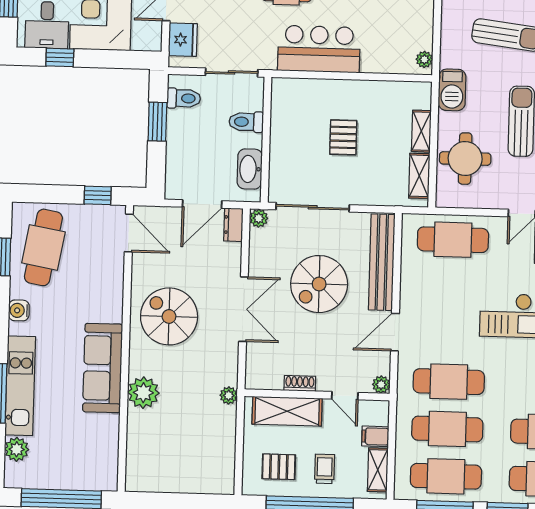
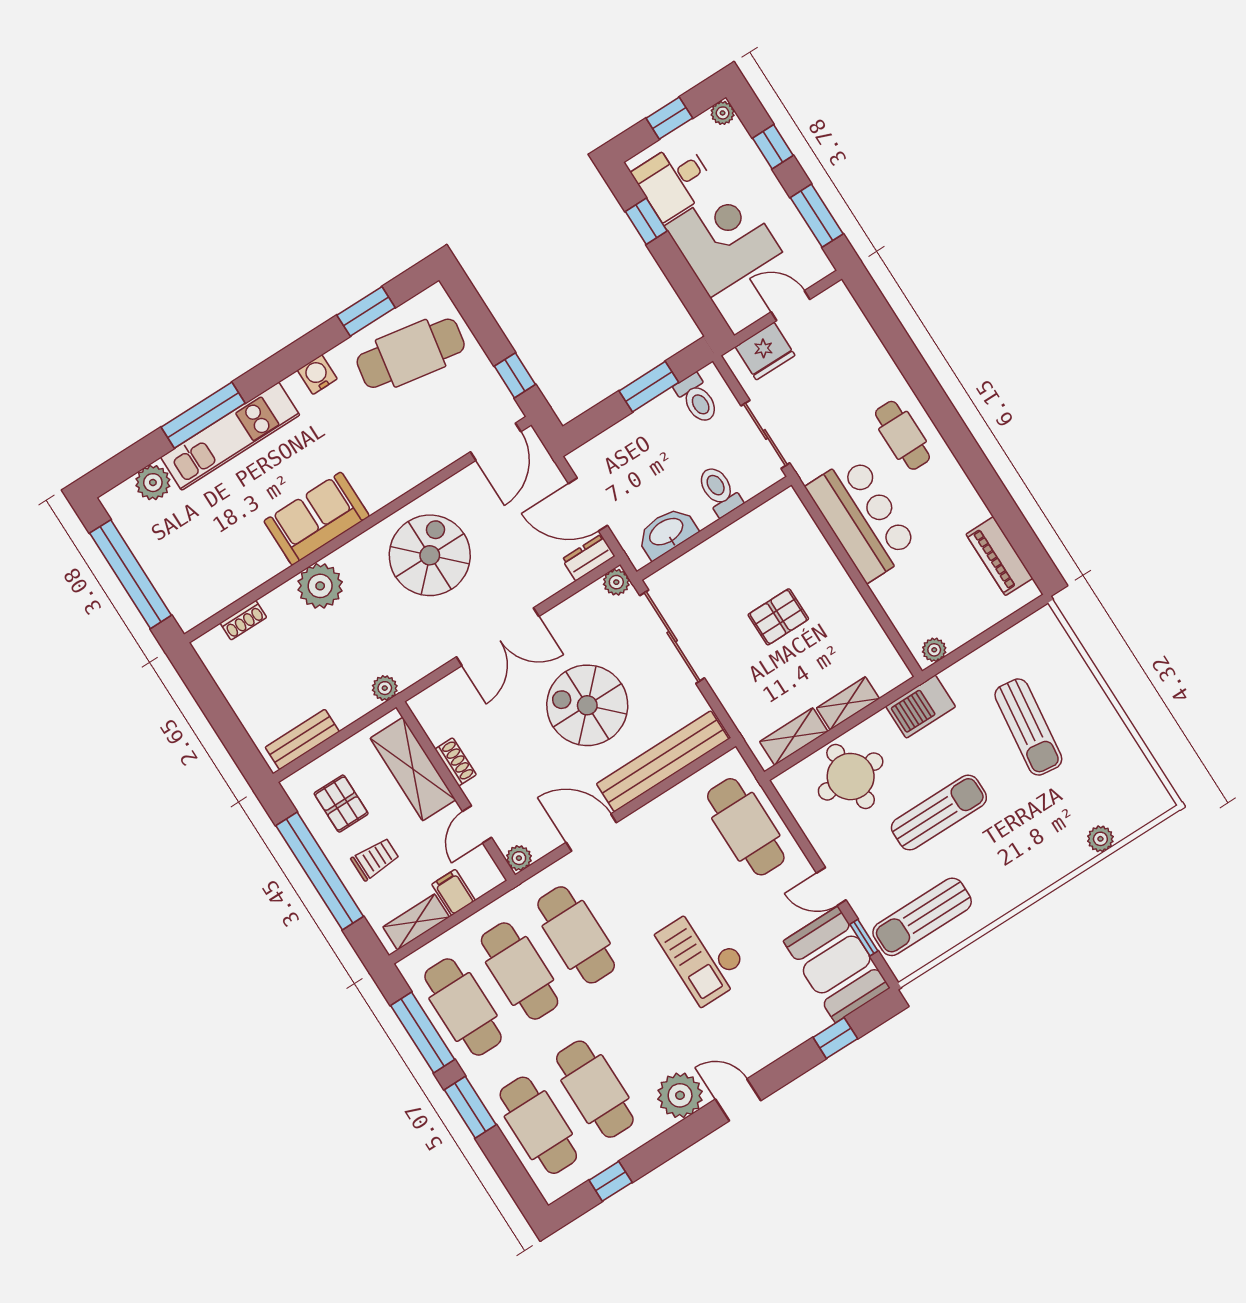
sofa: (103, 368) -> (317, 519), width x0.73
shoe rack: (133, 451) -> (243, 620), added
bench: (226, 464) -> (302, 739), added

